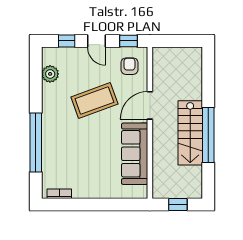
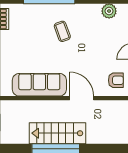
coffee table: (94, 100) -> (62, 31), moved, width x0.54, depth x0.58

